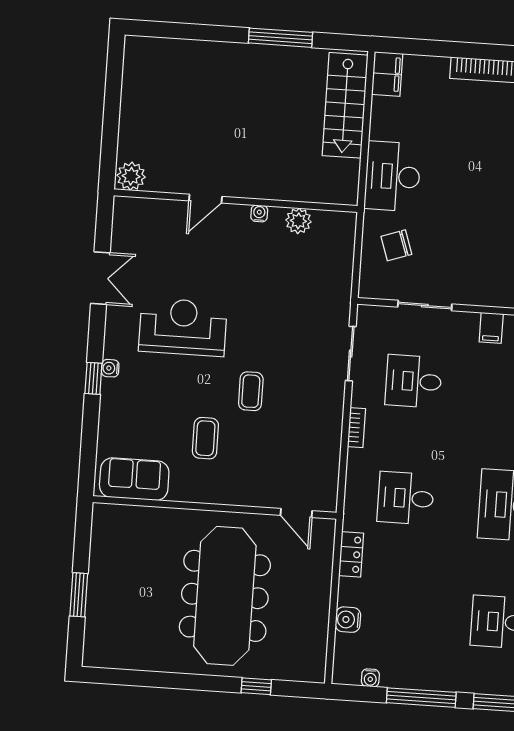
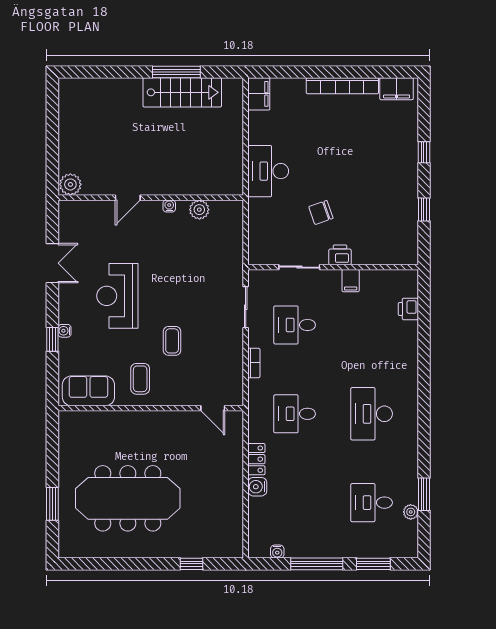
stairs: (345, 105) -> (182, 92), moved, turned -90
chair: (396, 245) -> (321, 212), moved
printer: (479, 293) -> (340, 255), added
reception desk: (183, 327) -> (117, 296), turned -90
sofa: (134, 479) -> (88, 391), moved
wall: (215, 507) -> (151, 408), moved
door: (296, 513) -> (213, 408), moved
meeting table: (225, 596) -> (128, 498), moved, turned 90
water cooler: (348, 620) -> (257, 487), moved

